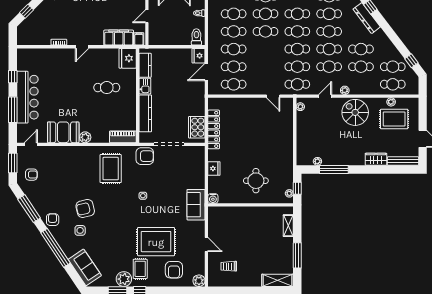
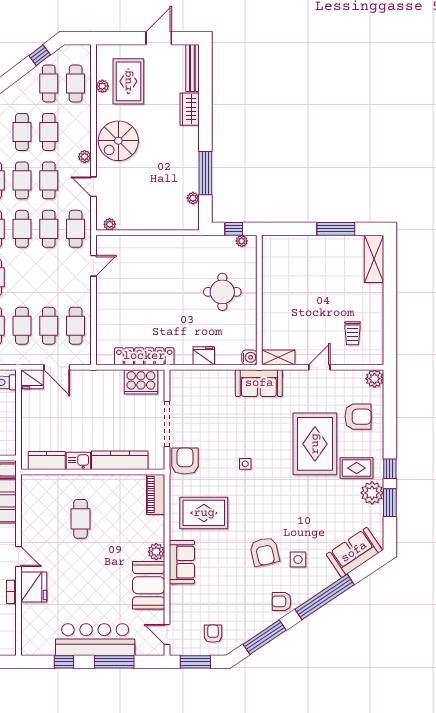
fridge: (128, 58) -> (34, 587), moved, turned -90
sofa: (78, 154) -> (182, 562), added
shelving: (288, 226) -> (278, 357), moved

